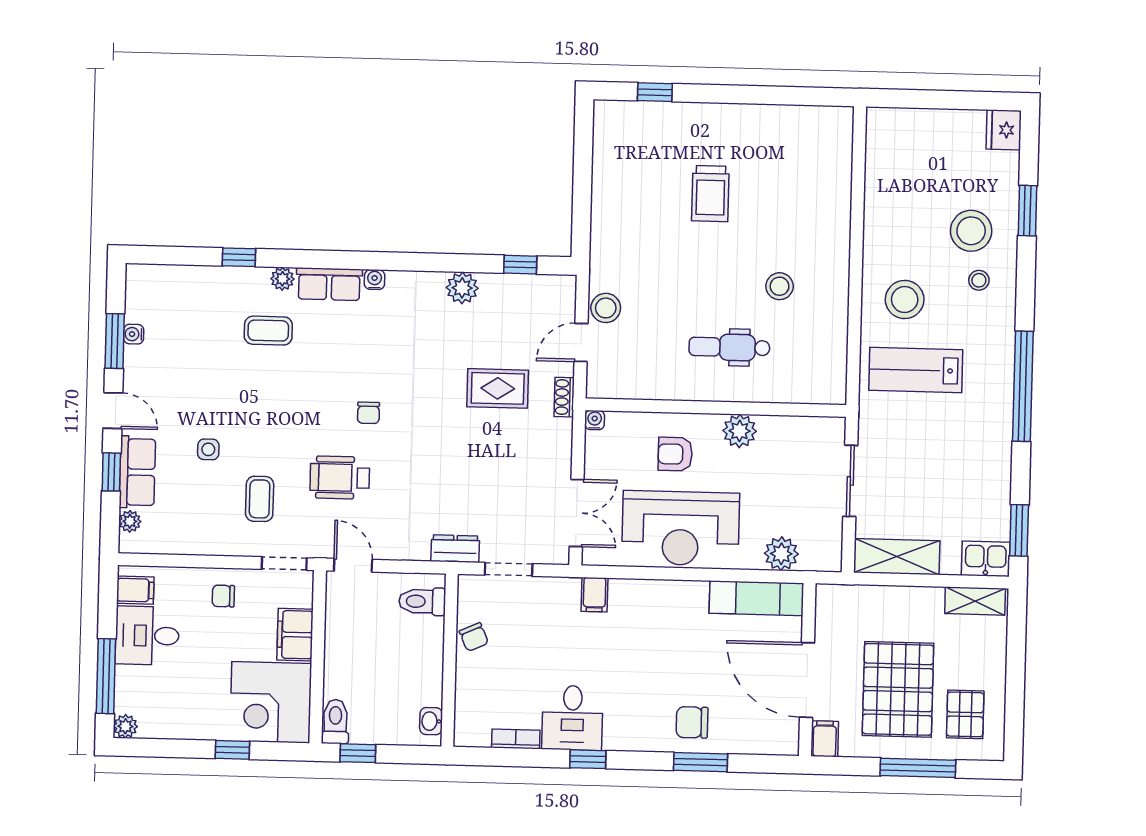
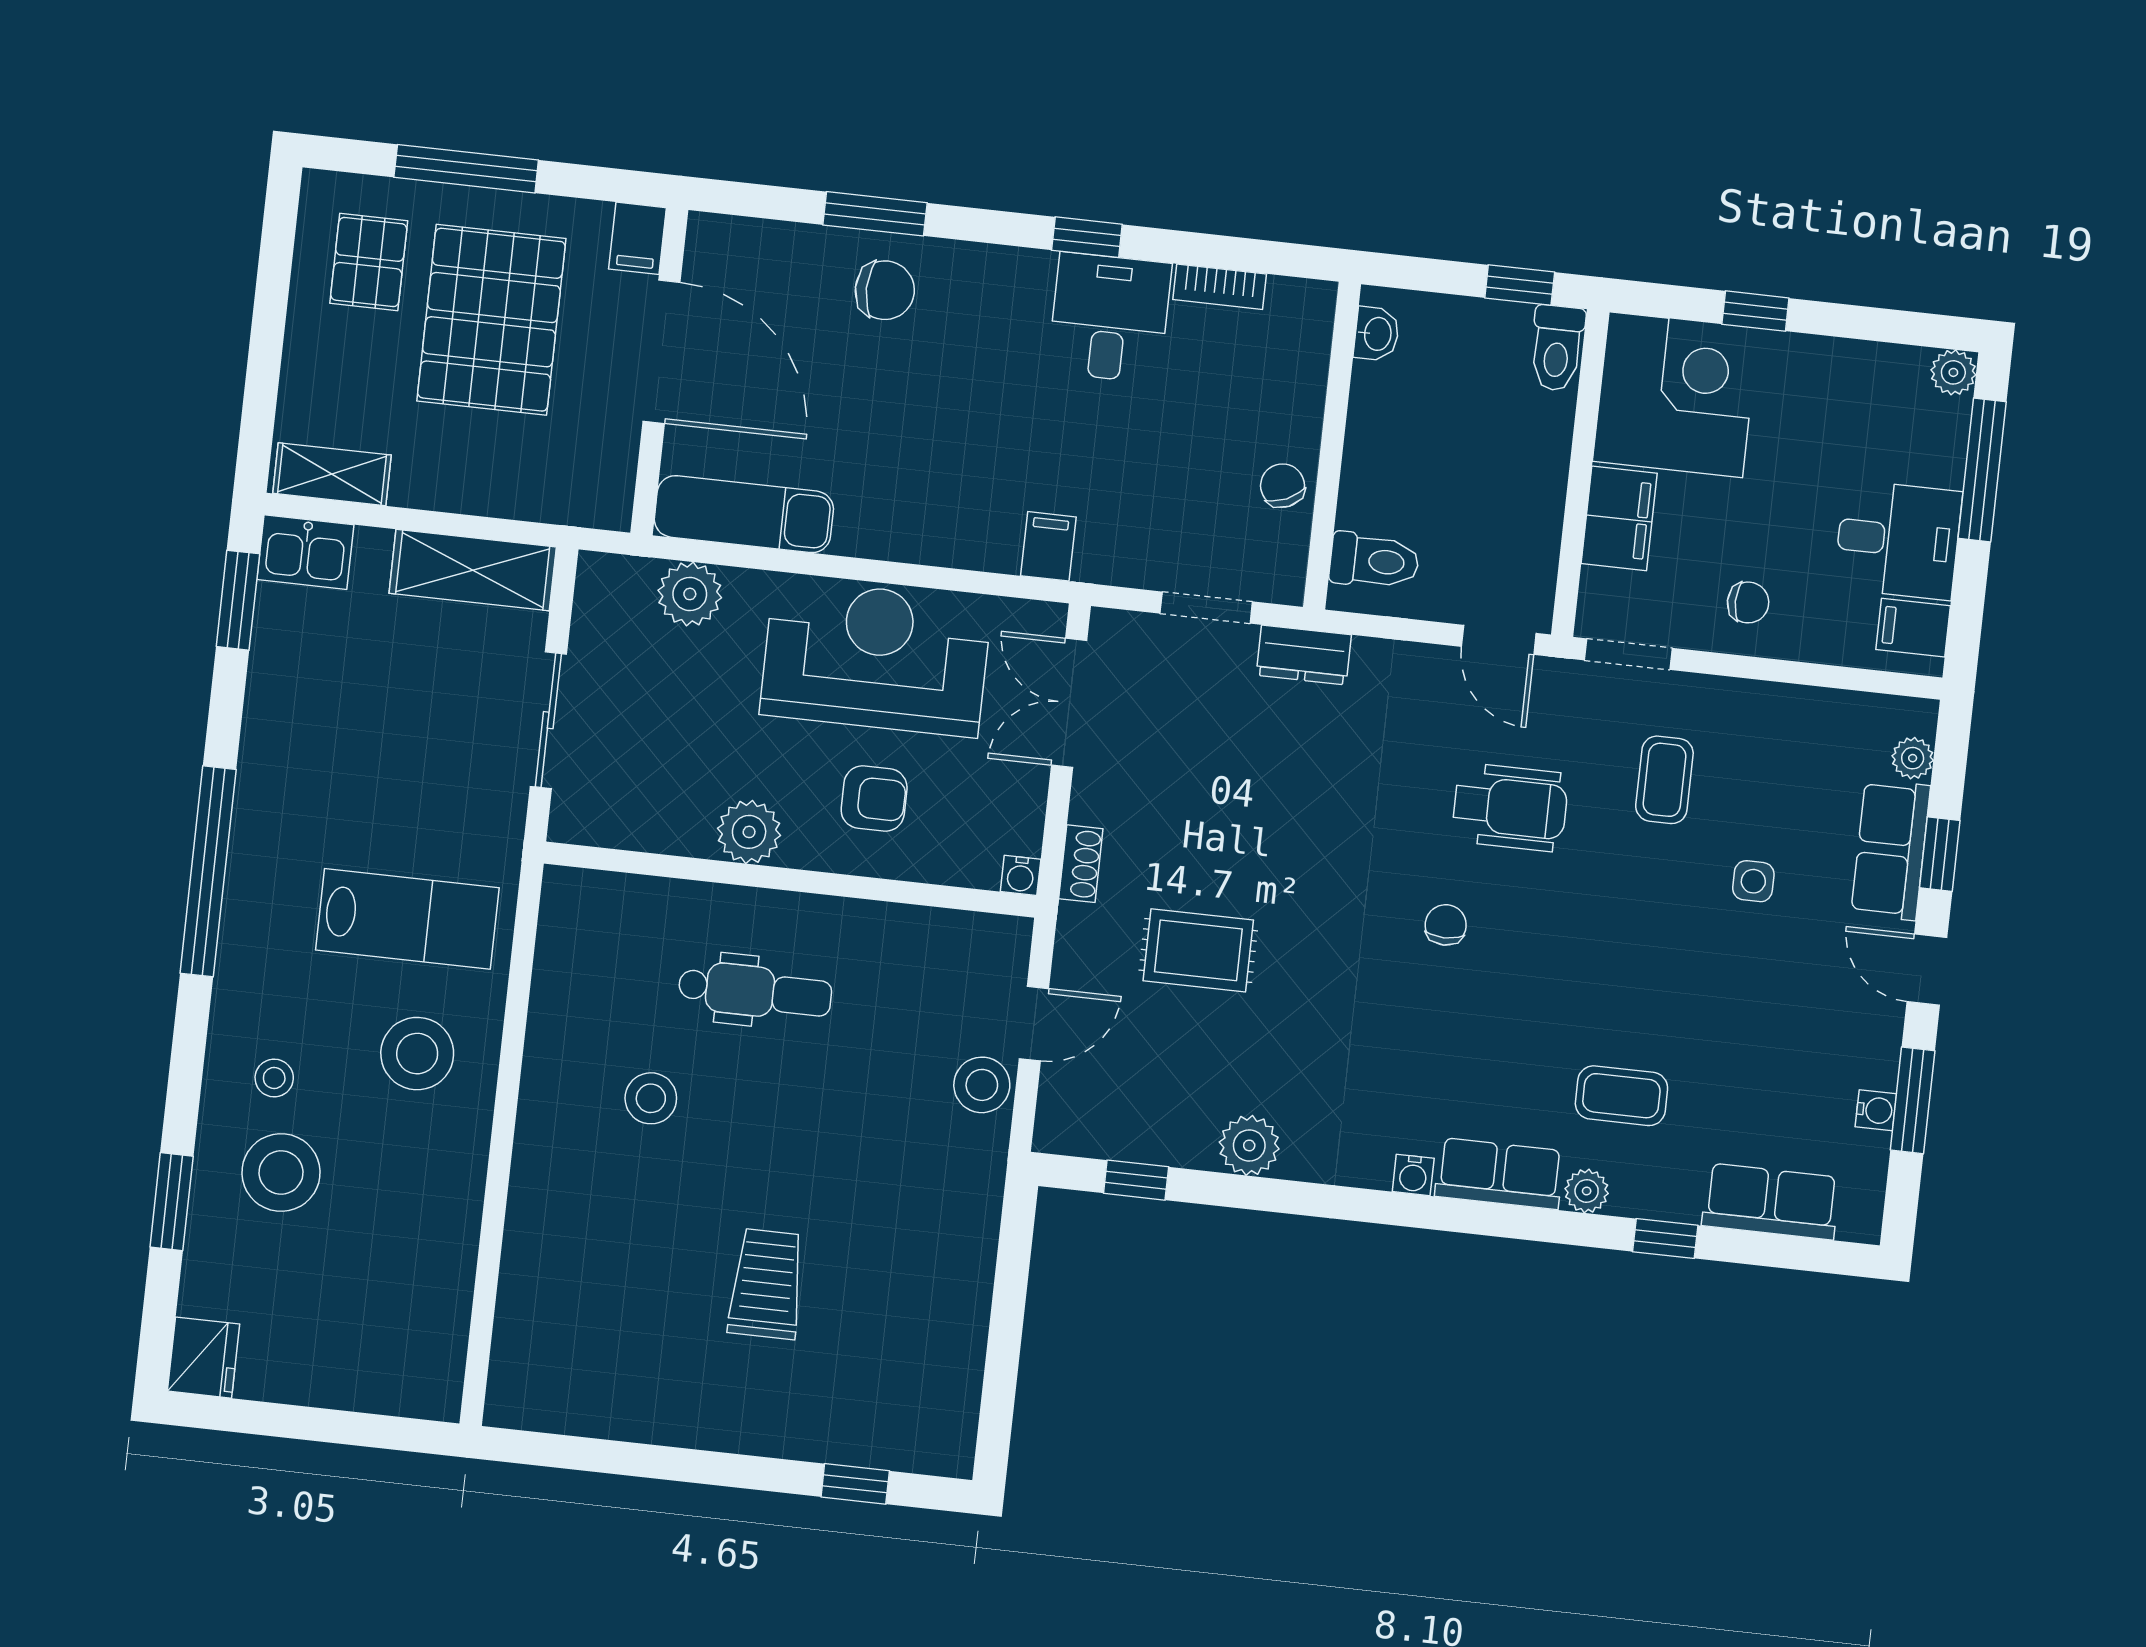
row of seats: (185, 281) -> (1771, 1201), added
shoe rack: (564, 397) -> (1081, 864), moved

